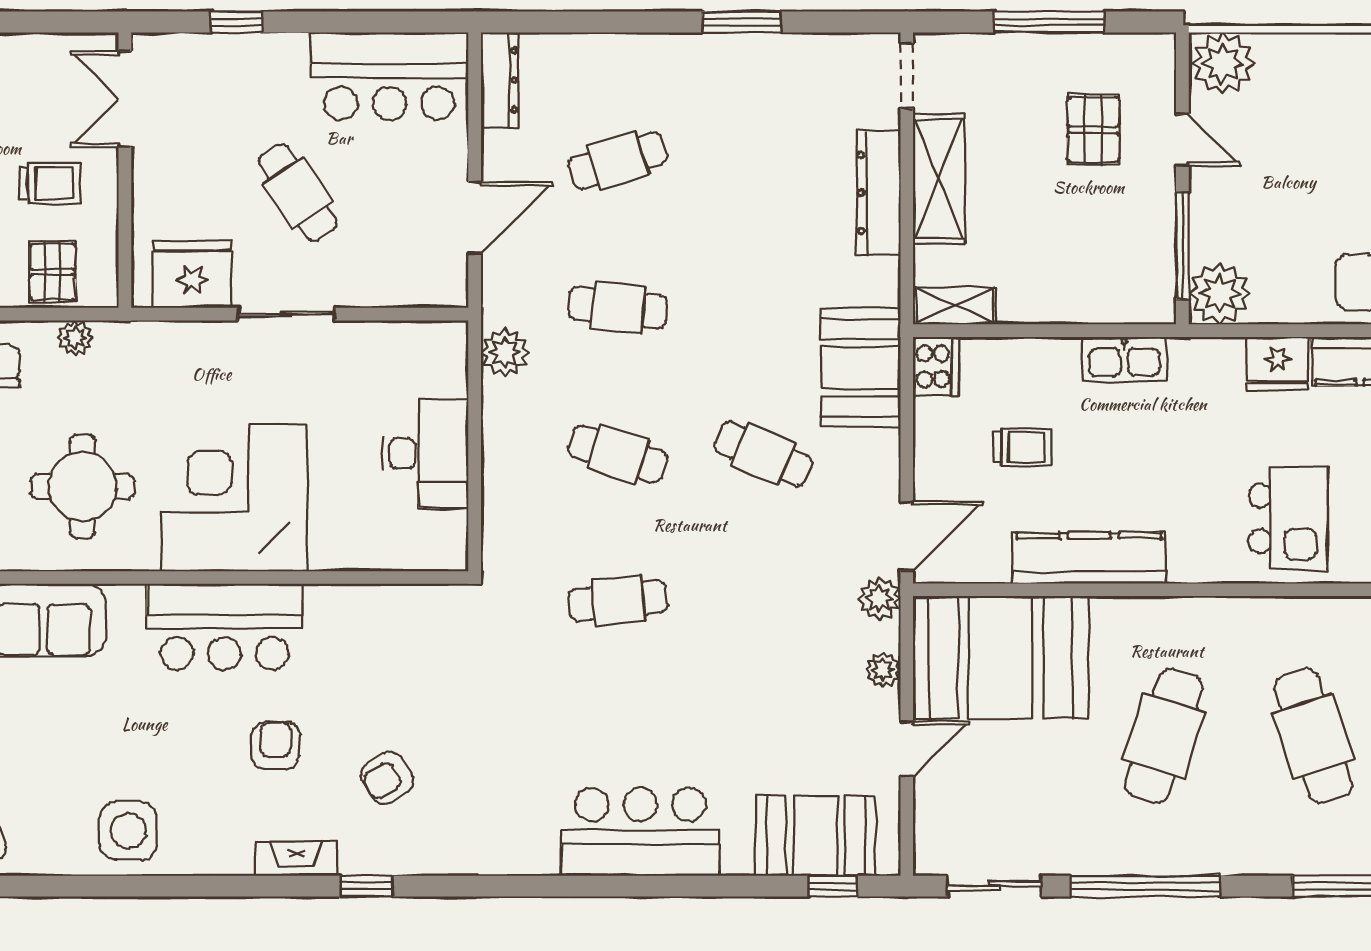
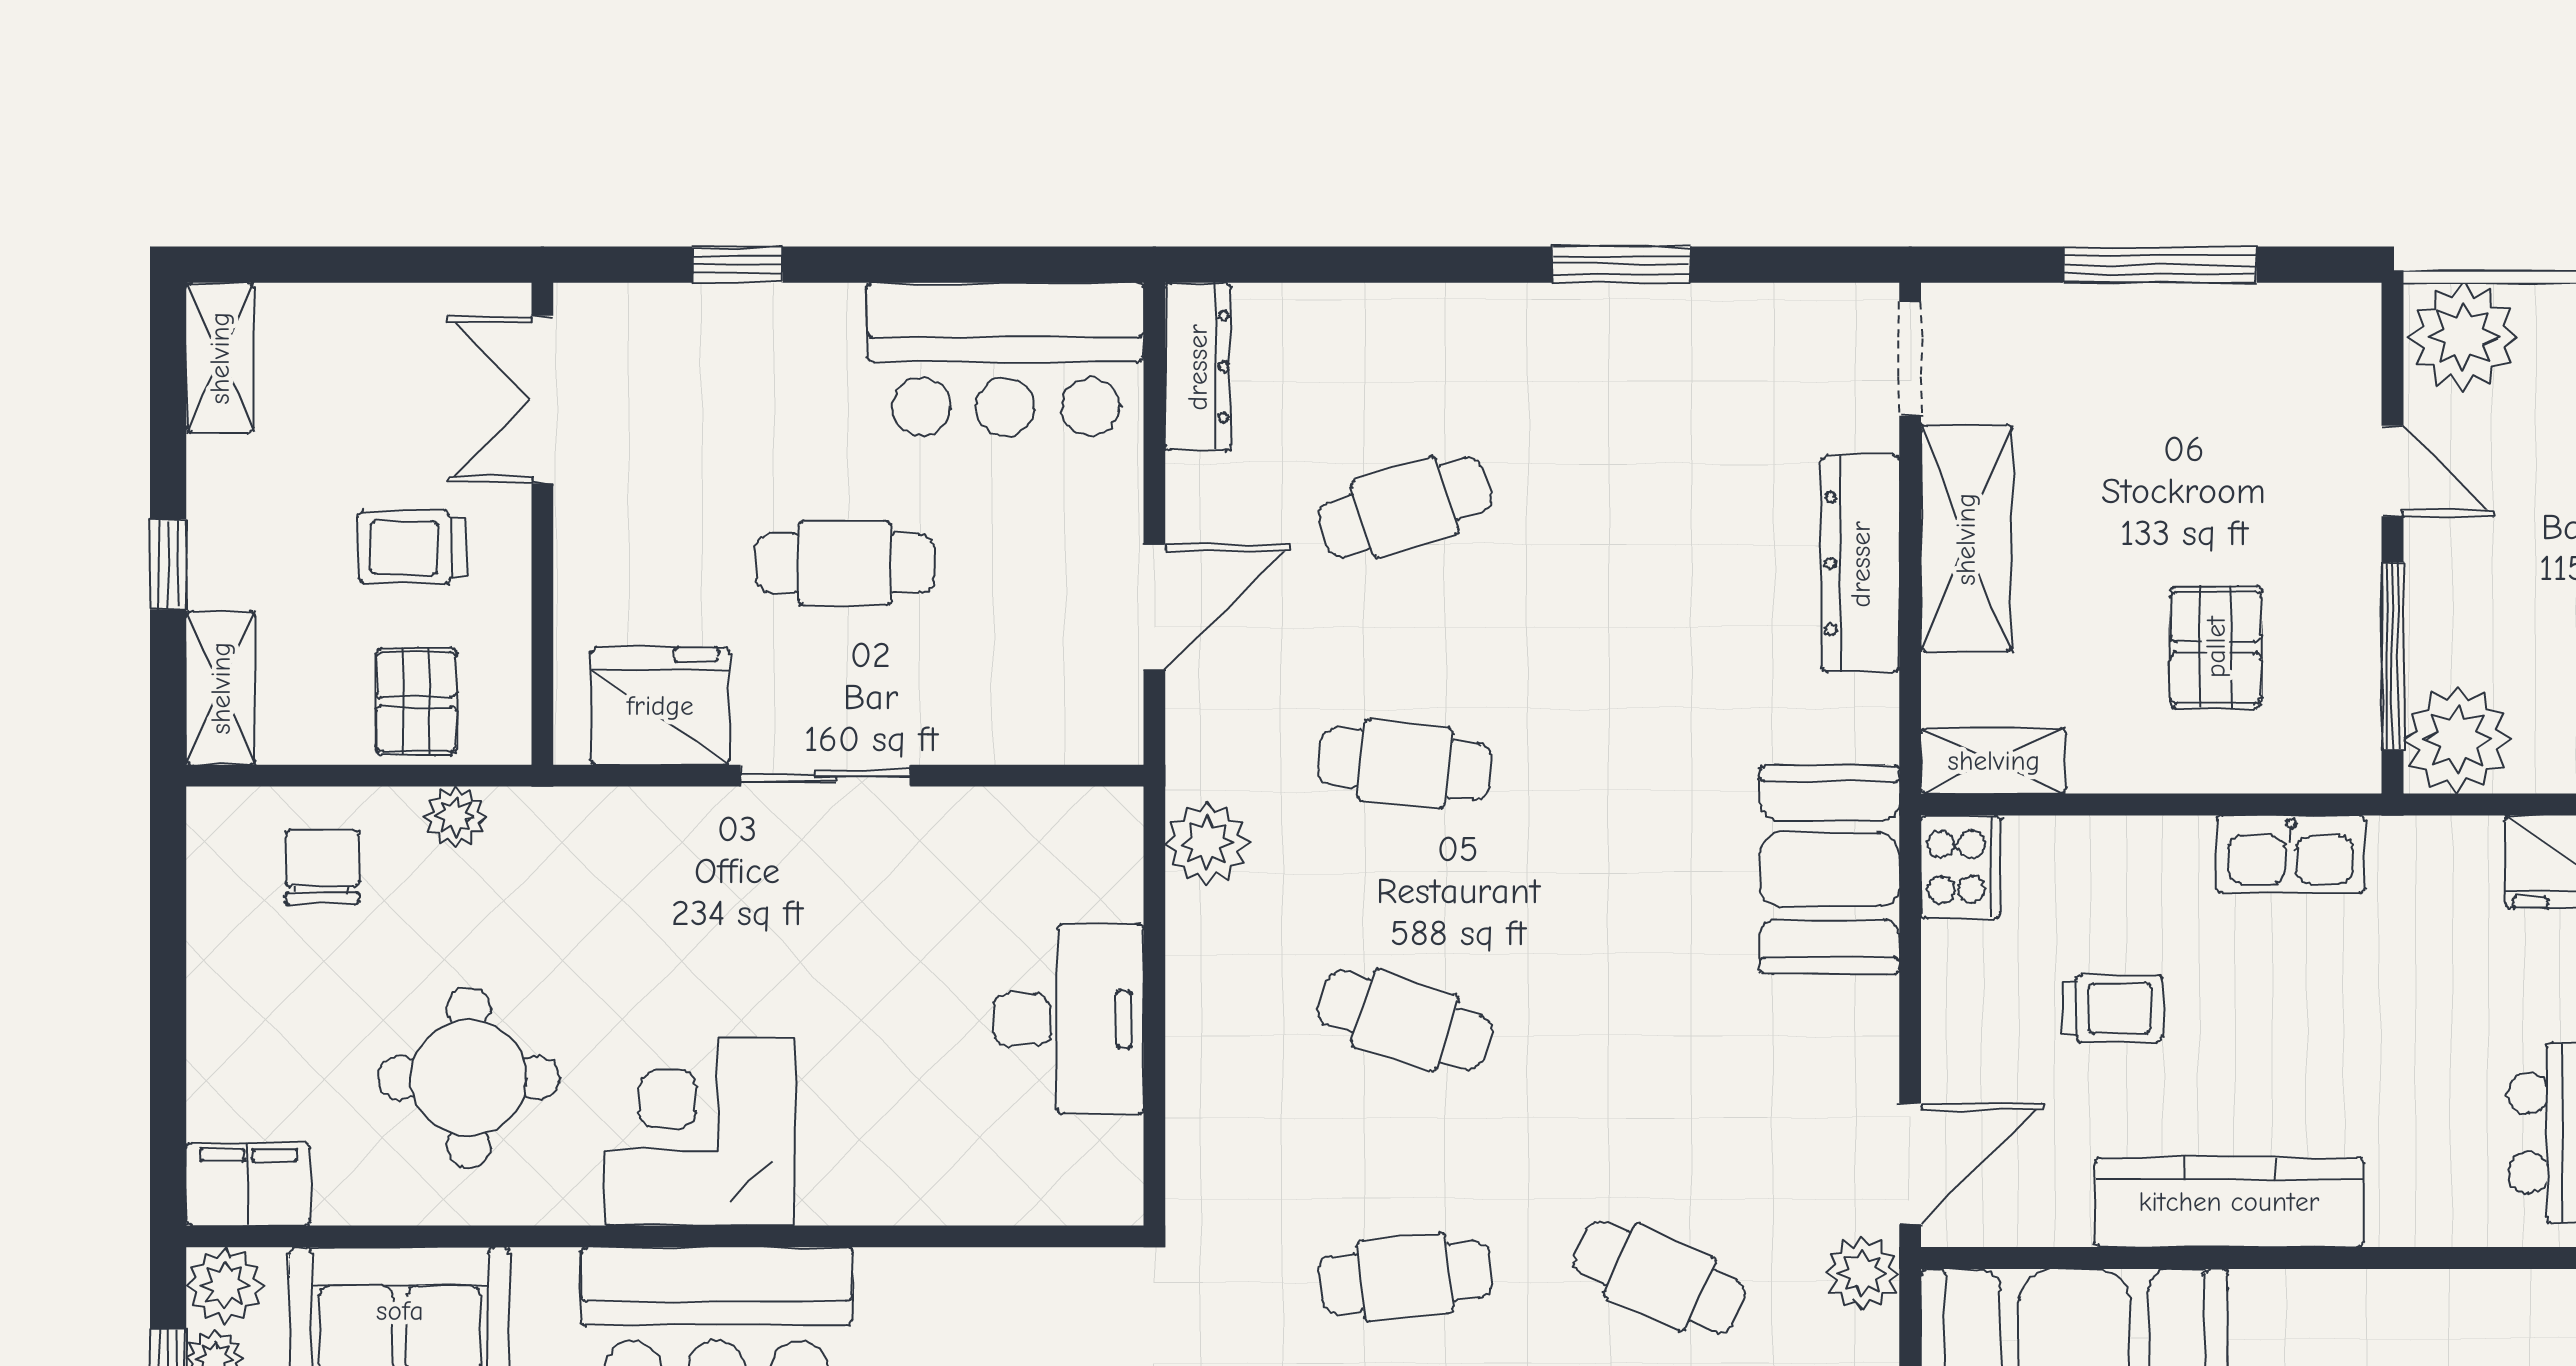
pallet: (1093, 129) -> (2216, 647), moved
trolley: (50, 184) -> (412, 547), turned 180
cafe table: (298, 193) -> (845, 563), turned -57
cafe table: (763, 454) -> (1660, 1277), moved
corner desk: (234, 498) -> (700, 1131), width x0.74, depth x0.74

